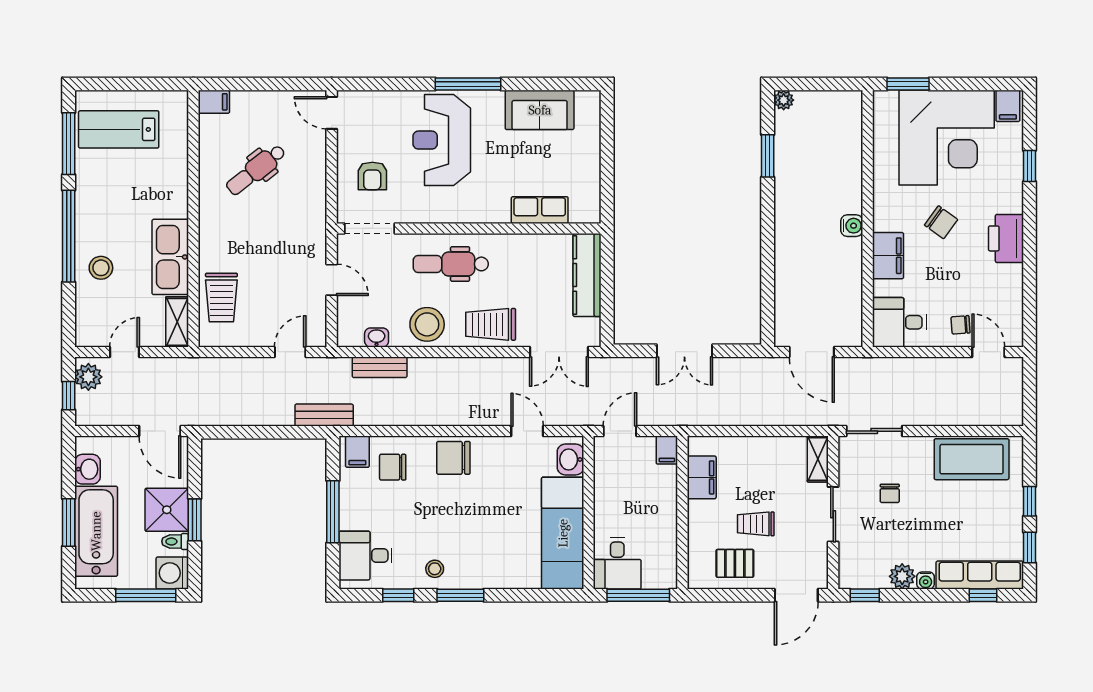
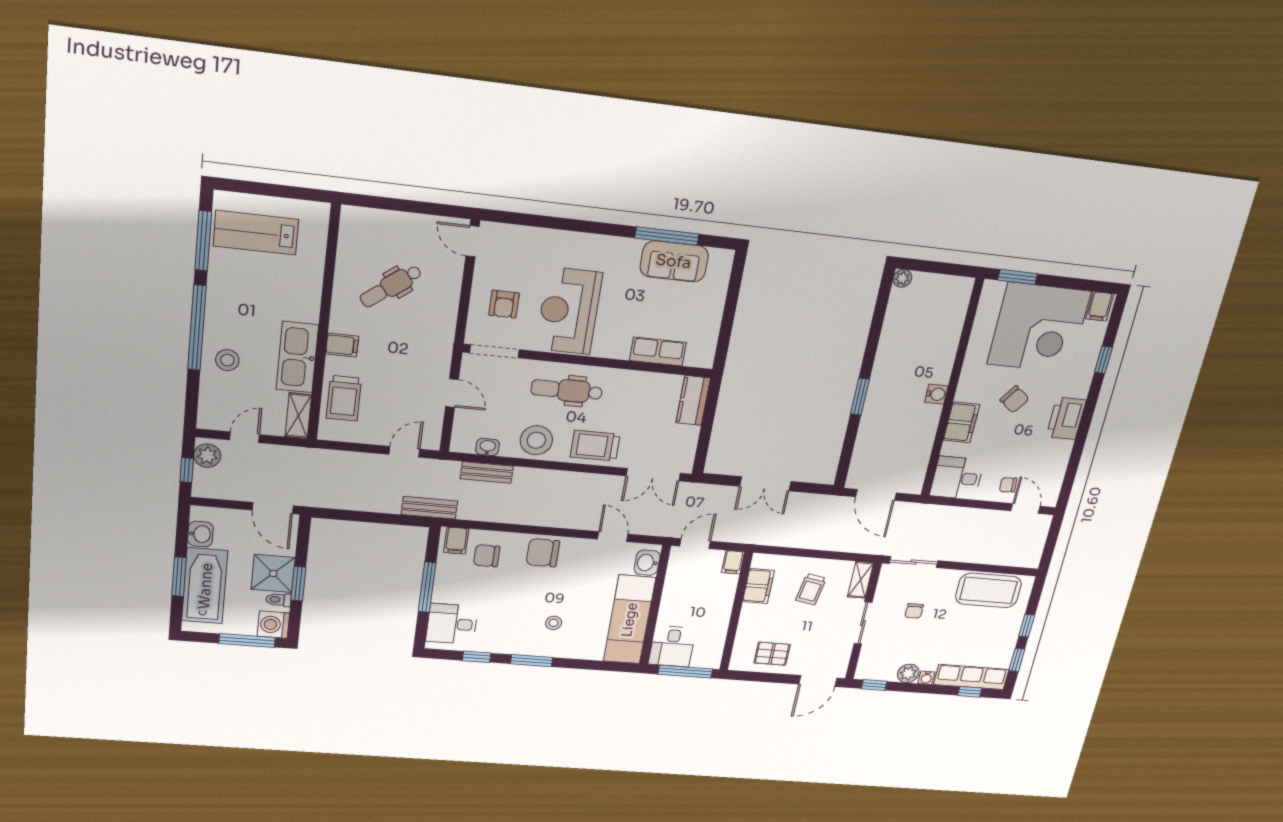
window: (468, 84) -> (667, 236), moved
filing cabinet: (214, 102) -> (342, 345), moved
reception desk: (442, 140) -> (569, 311), moved
window: (768, 156) -> (860, 397), moved
kitchen counter: (587, 275) -> (693, 400), width x0.67
trolley: (756, 524) -> (811, 589), moved, turned -80
stool: (435, 569) -> (554, 623), moved

